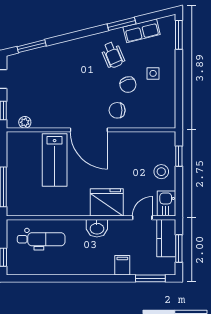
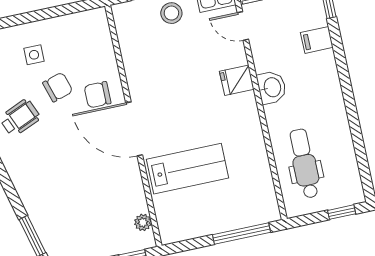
chair: (117, 110) -> (98, 95), turned 90
door: (89, 130) -> (134, 129), swing flipped
fridge: (107, 202) -> (237, 80), width x0.53, depth x0.75

